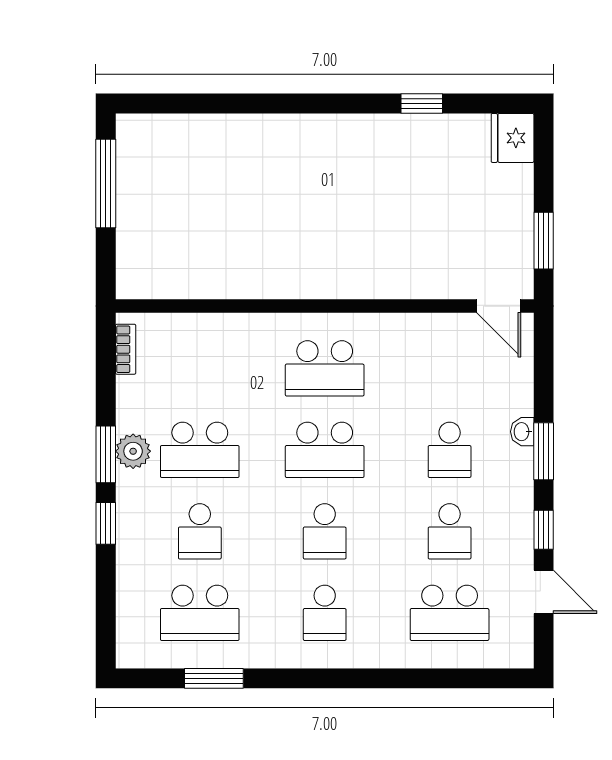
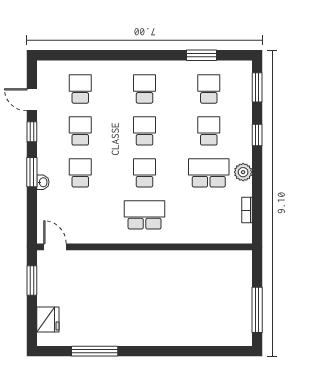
window: (422, 103) -> (95, 351), width x2.17
fridge: (513, 138) -> (48, 319), moved
bookcase: (126, 349) -> (247, 210), moved
school desk: (325, 450) -> (145, 173), width x0.54
window: (106, 454) -> (257, 87), moved
school desk: (200, 613) -> (209, 89), width x0.54
school desk: (450, 613) -> (80, 89), width x0.54

